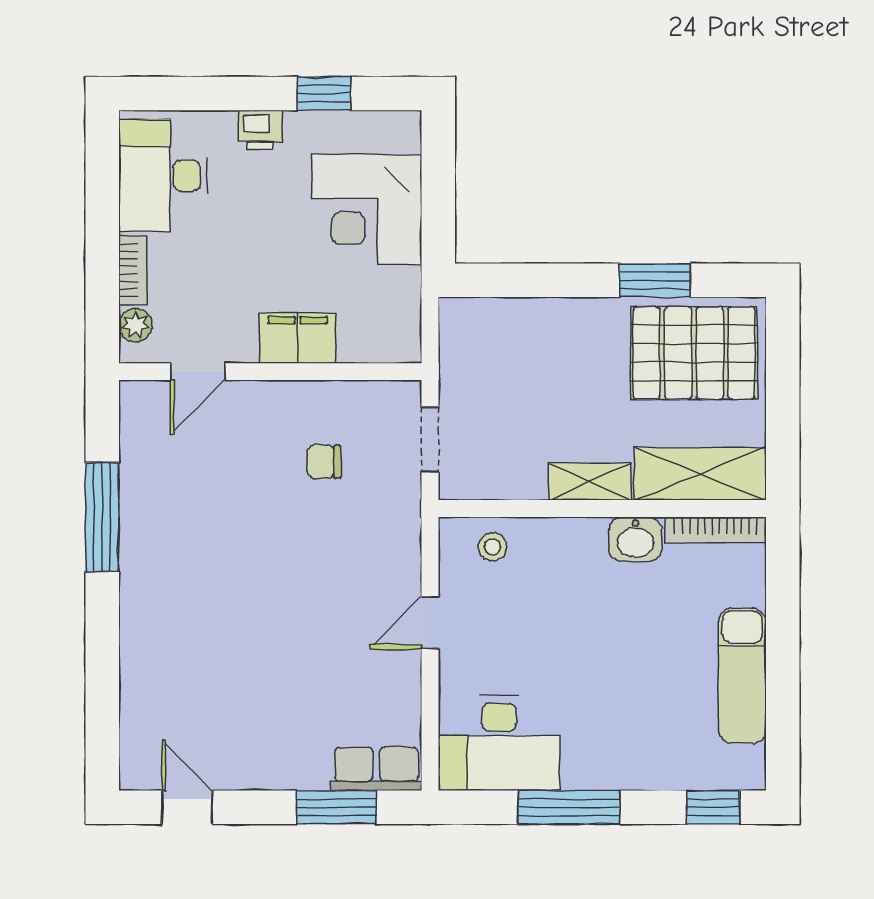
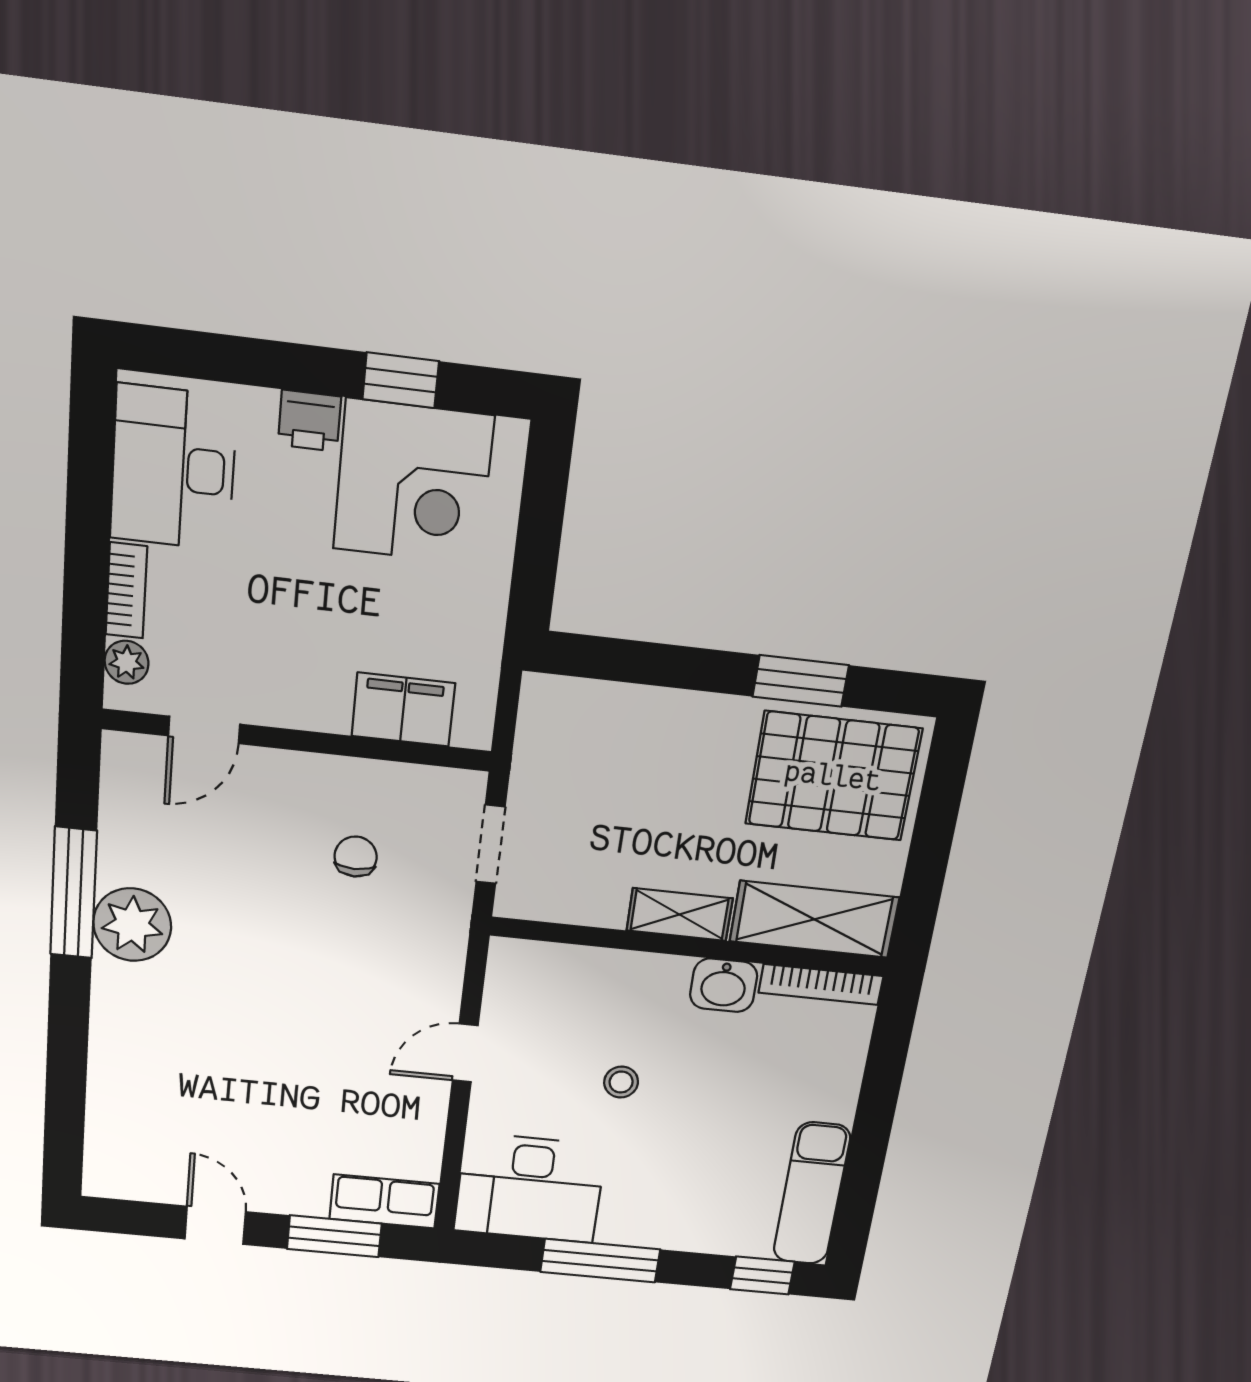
corner desk: (367, 209) -> (413, 483), moved, turned -90
filing cabinet: (297, 338) -> (403, 710), moved
chair: (324, 462) -> (356, 857), turned 90
plant: (150, 539) -> (132, 925), added
stool: (493, 547) -> (621, 1082), moved
exam couch: (742, 676) -> (812, 1194), moved
door: (187, 807) -> (215, 1225), moved

